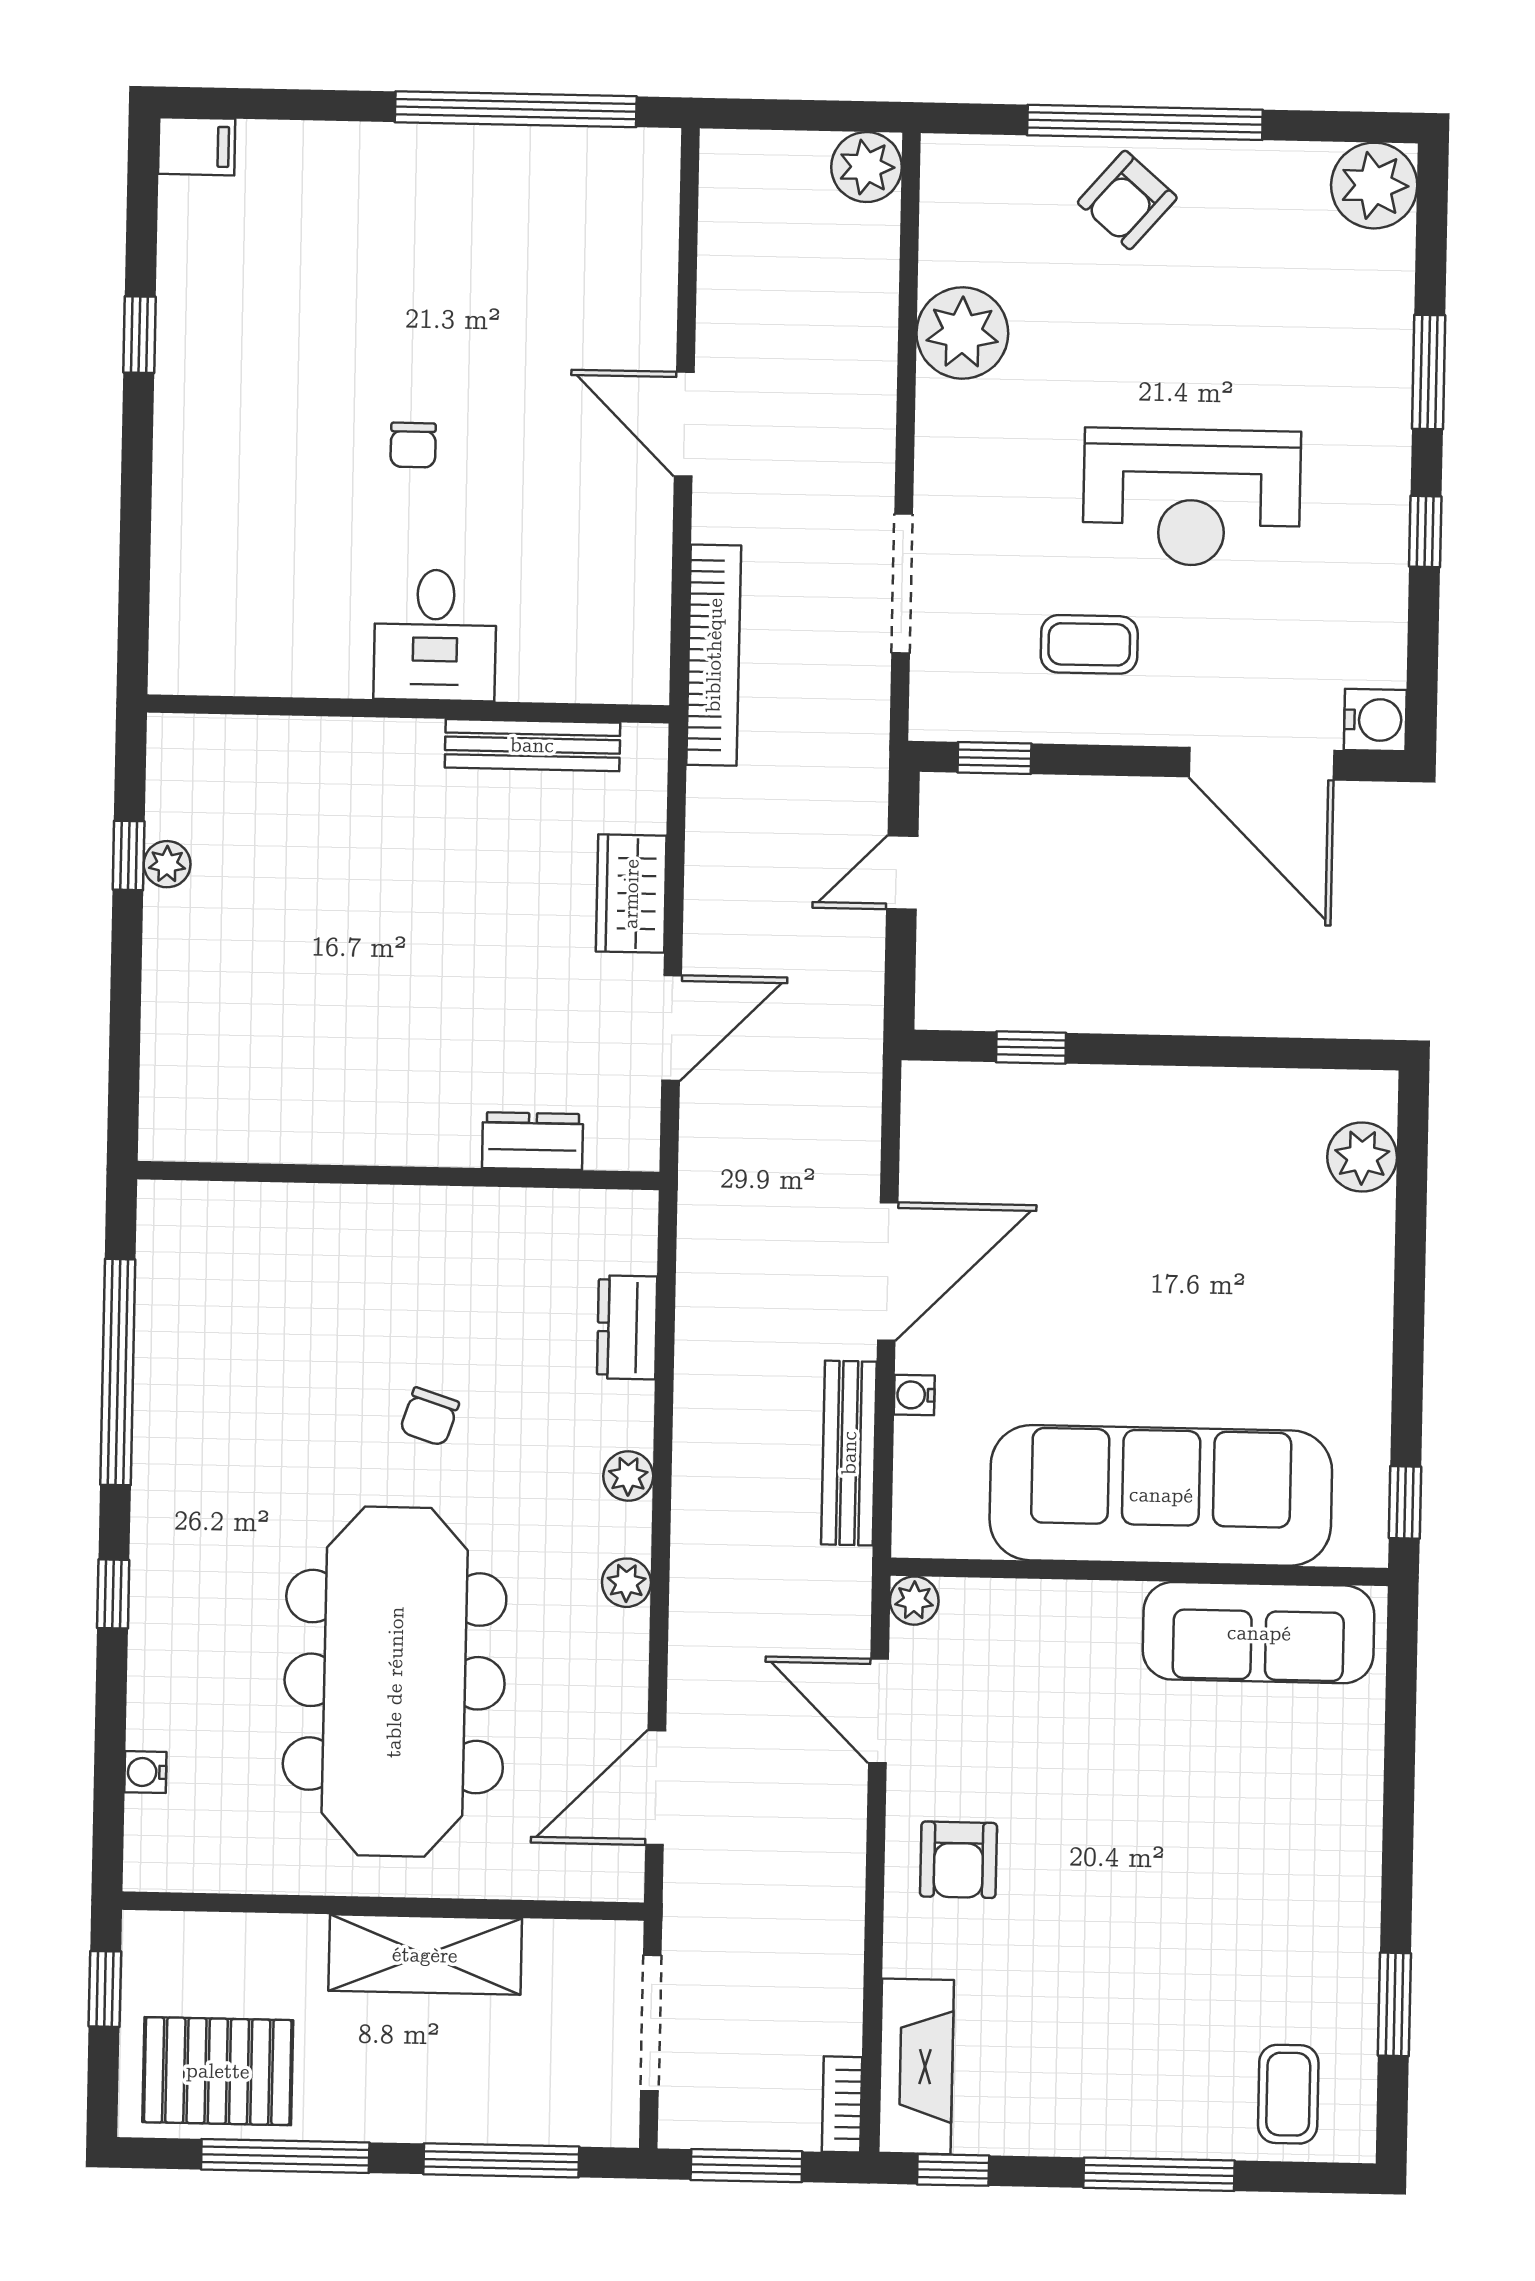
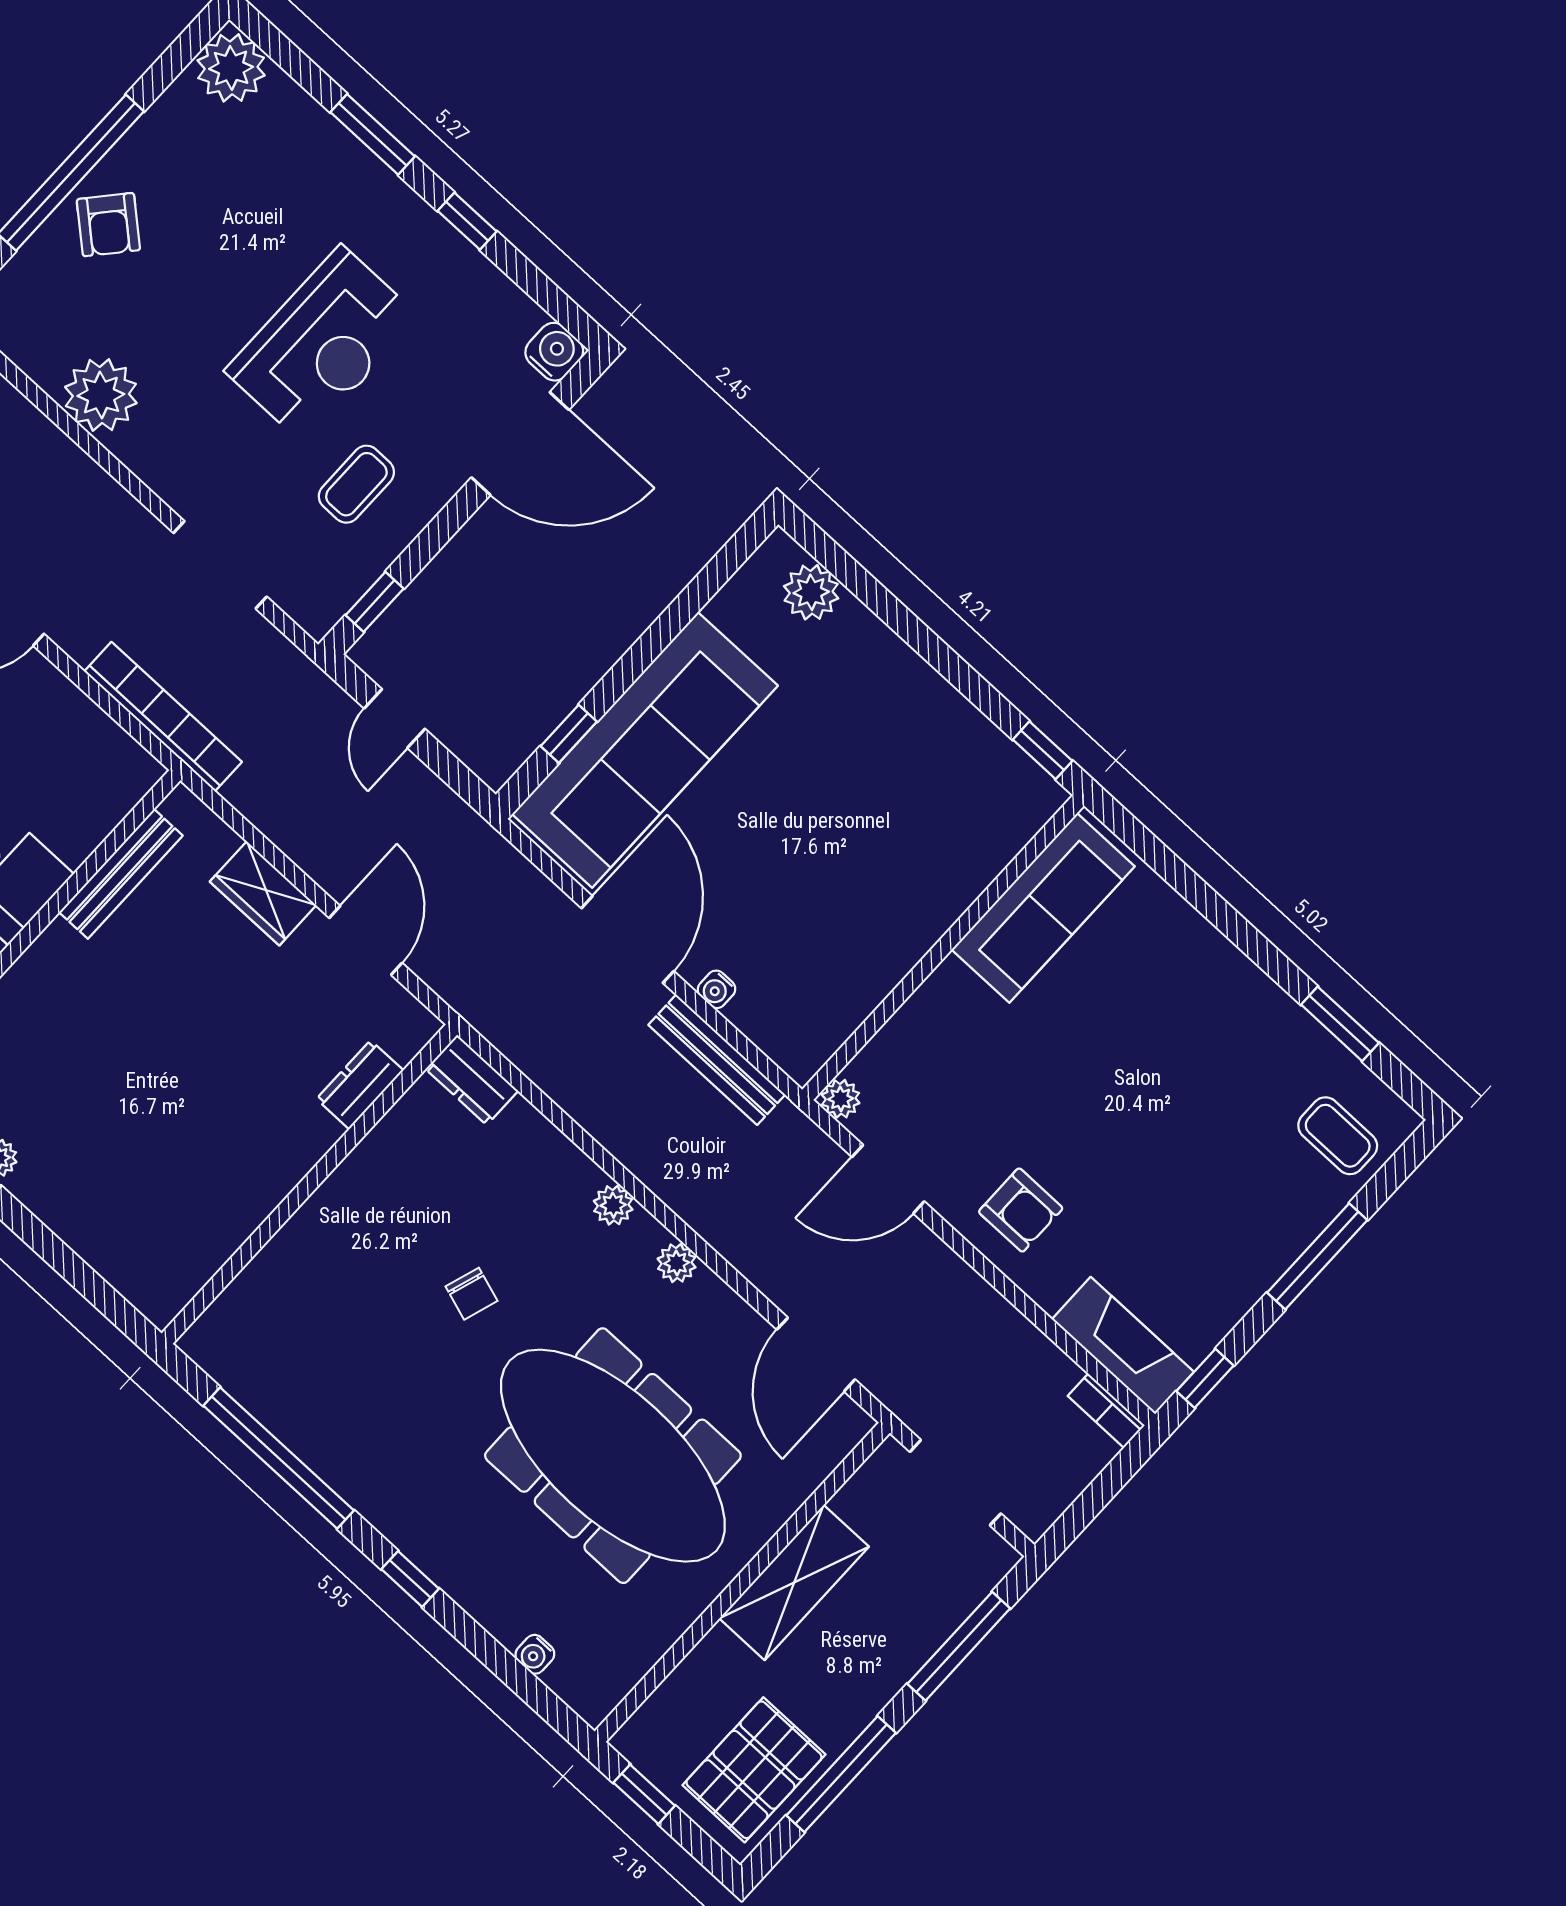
dresser: (627, 1327) -> (472, 1080), moved
sofa: (1161, 1495) -> (645, 750), moved, turned 180
window: (746, 2166) -> (1092, 1501), removed

